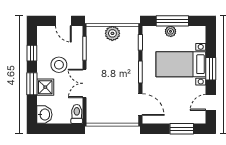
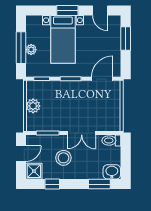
window: (32, 84) -> (99, 184), moved
shower: (45, 87) -> (34, 171), moved

